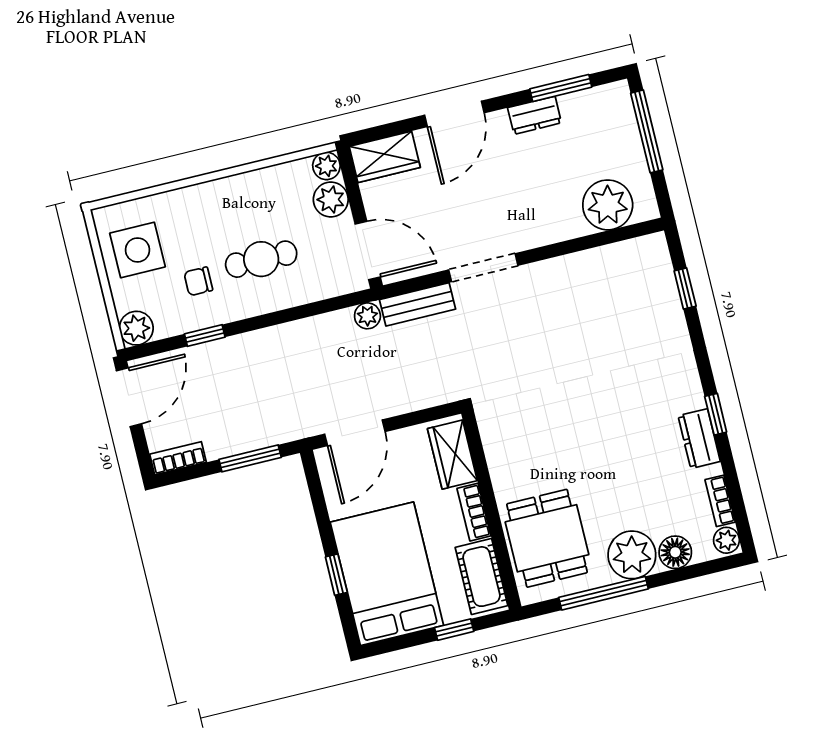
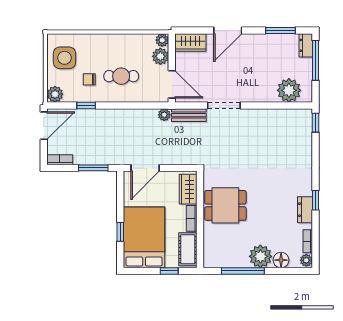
dresser: (535, 115) -> (306, 45), moved, turned 90
window: (685, 289) -> (316, 123), moved
dining table: (547, 538) -> (225, 205), moved, turned 90

